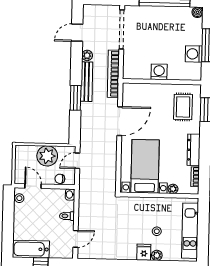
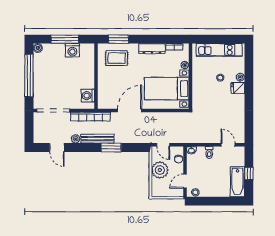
washing machine: (159, 72) -> (88, 96), moved
door: (120, 121) -> (130, 111), hinge flipped

